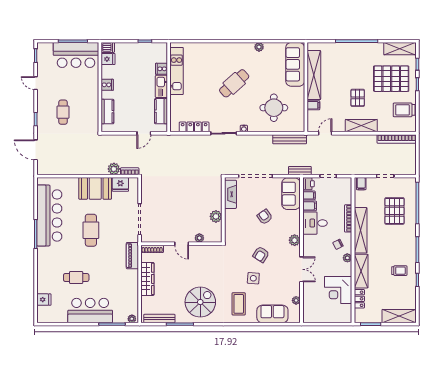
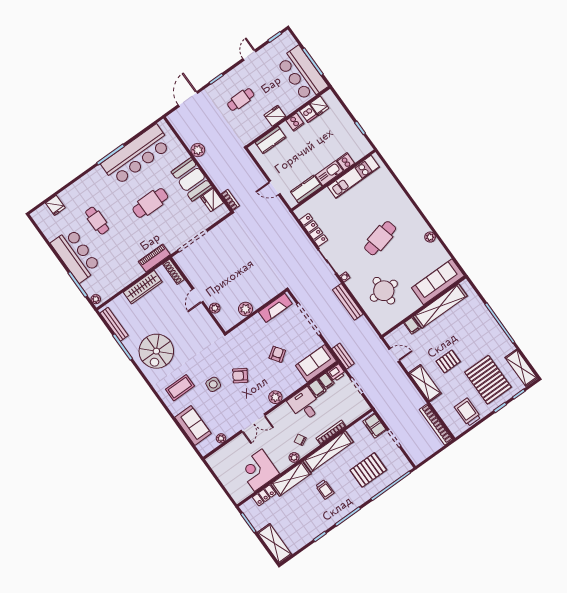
dishwasher: (108, 47) -> (308, 113), moved
cafe table: (234, 83) -> (380, 238), turned -62
fridge: (92, 96) -> (275, 116), added
bench: (290, 139) -> (348, 302), moved
plant: (114, 169) -> (198, 150), moved
filing cabinet: (361, 184) -> (375, 426), width x2.00
trolley: (399, 271) -> (325, 489), moved
spiral stairs: (200, 302) -> (156, 351), turned 90

